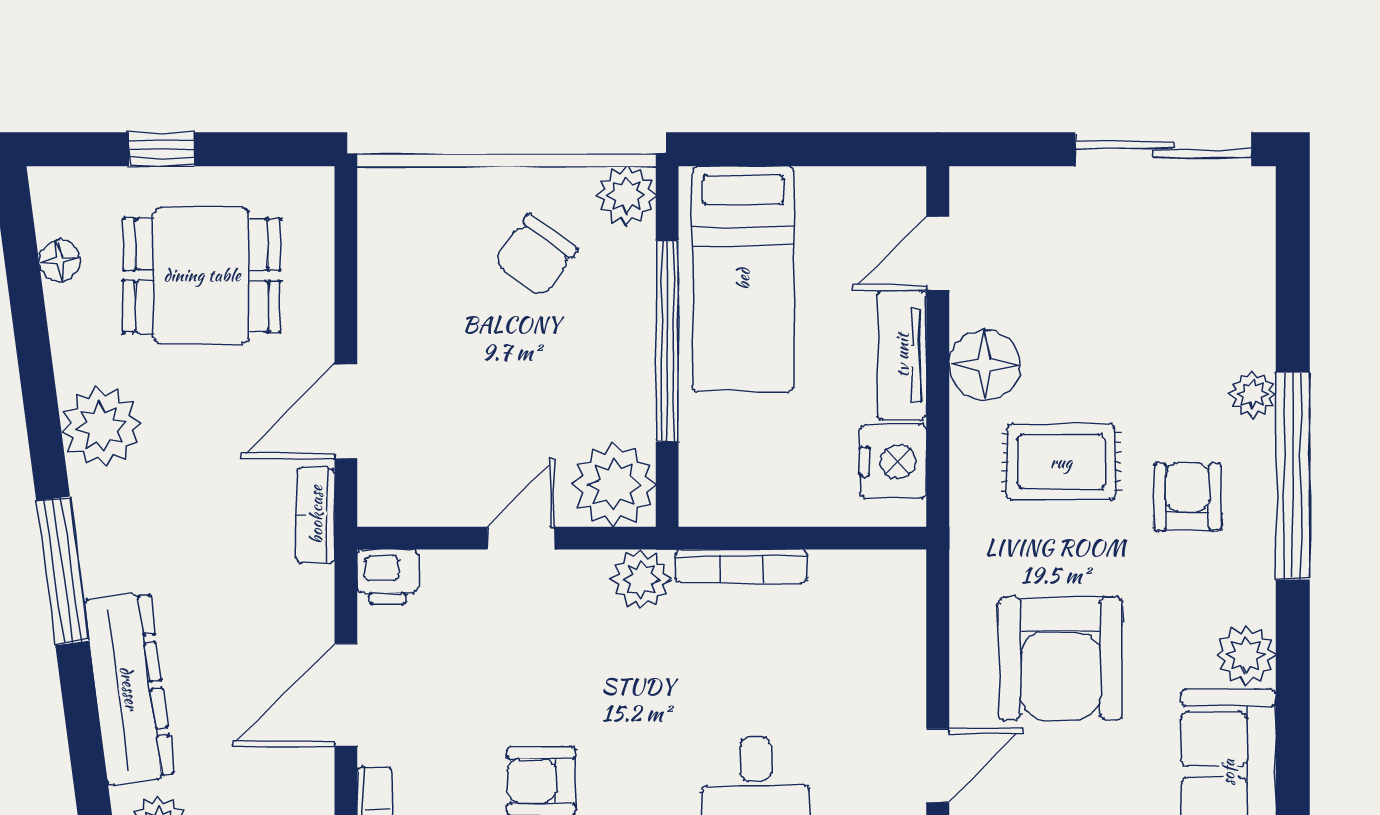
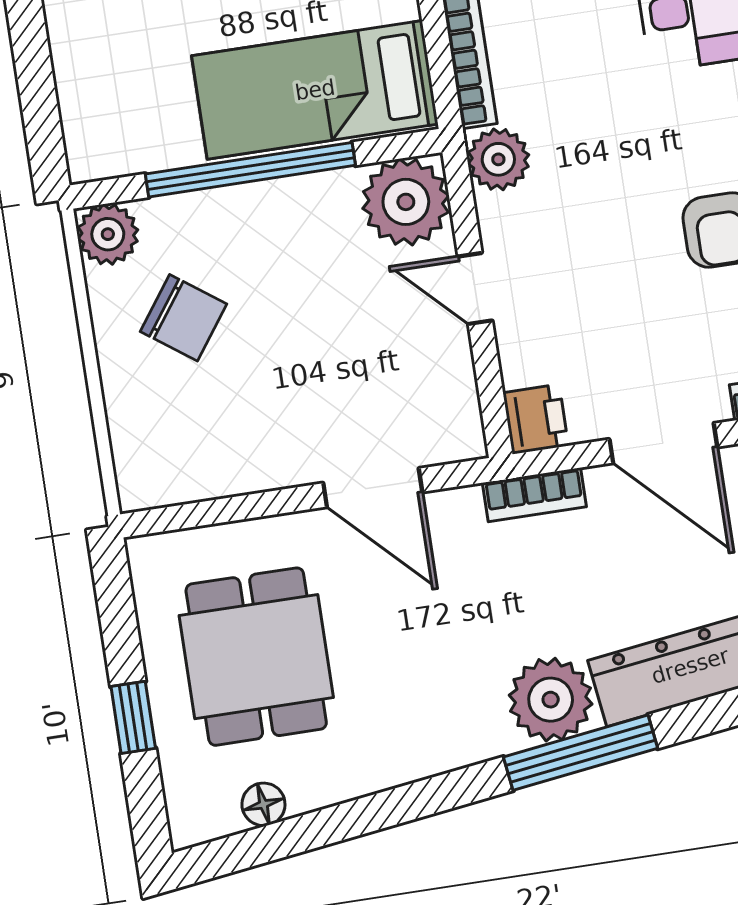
bed: (743, 279) -> (315, 90), moved, turned 180
plant: (101, 427) -> (551, 700), moved
bookcase: (316, 515) -> (534, 495), moved

